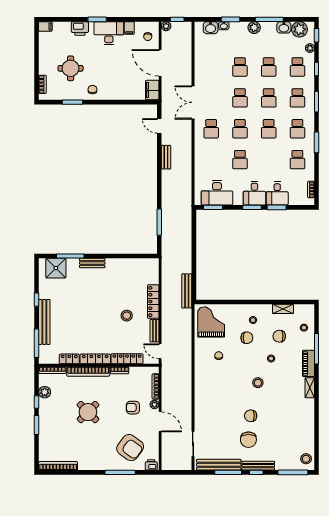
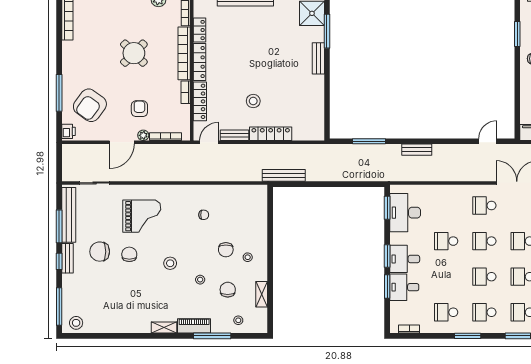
bench: (166, 157) -> (417, 150), moved
grand piano: (211, 322) -> (142, 216), moved
bench: (258, 466) -> (68, 258), width x0.73

